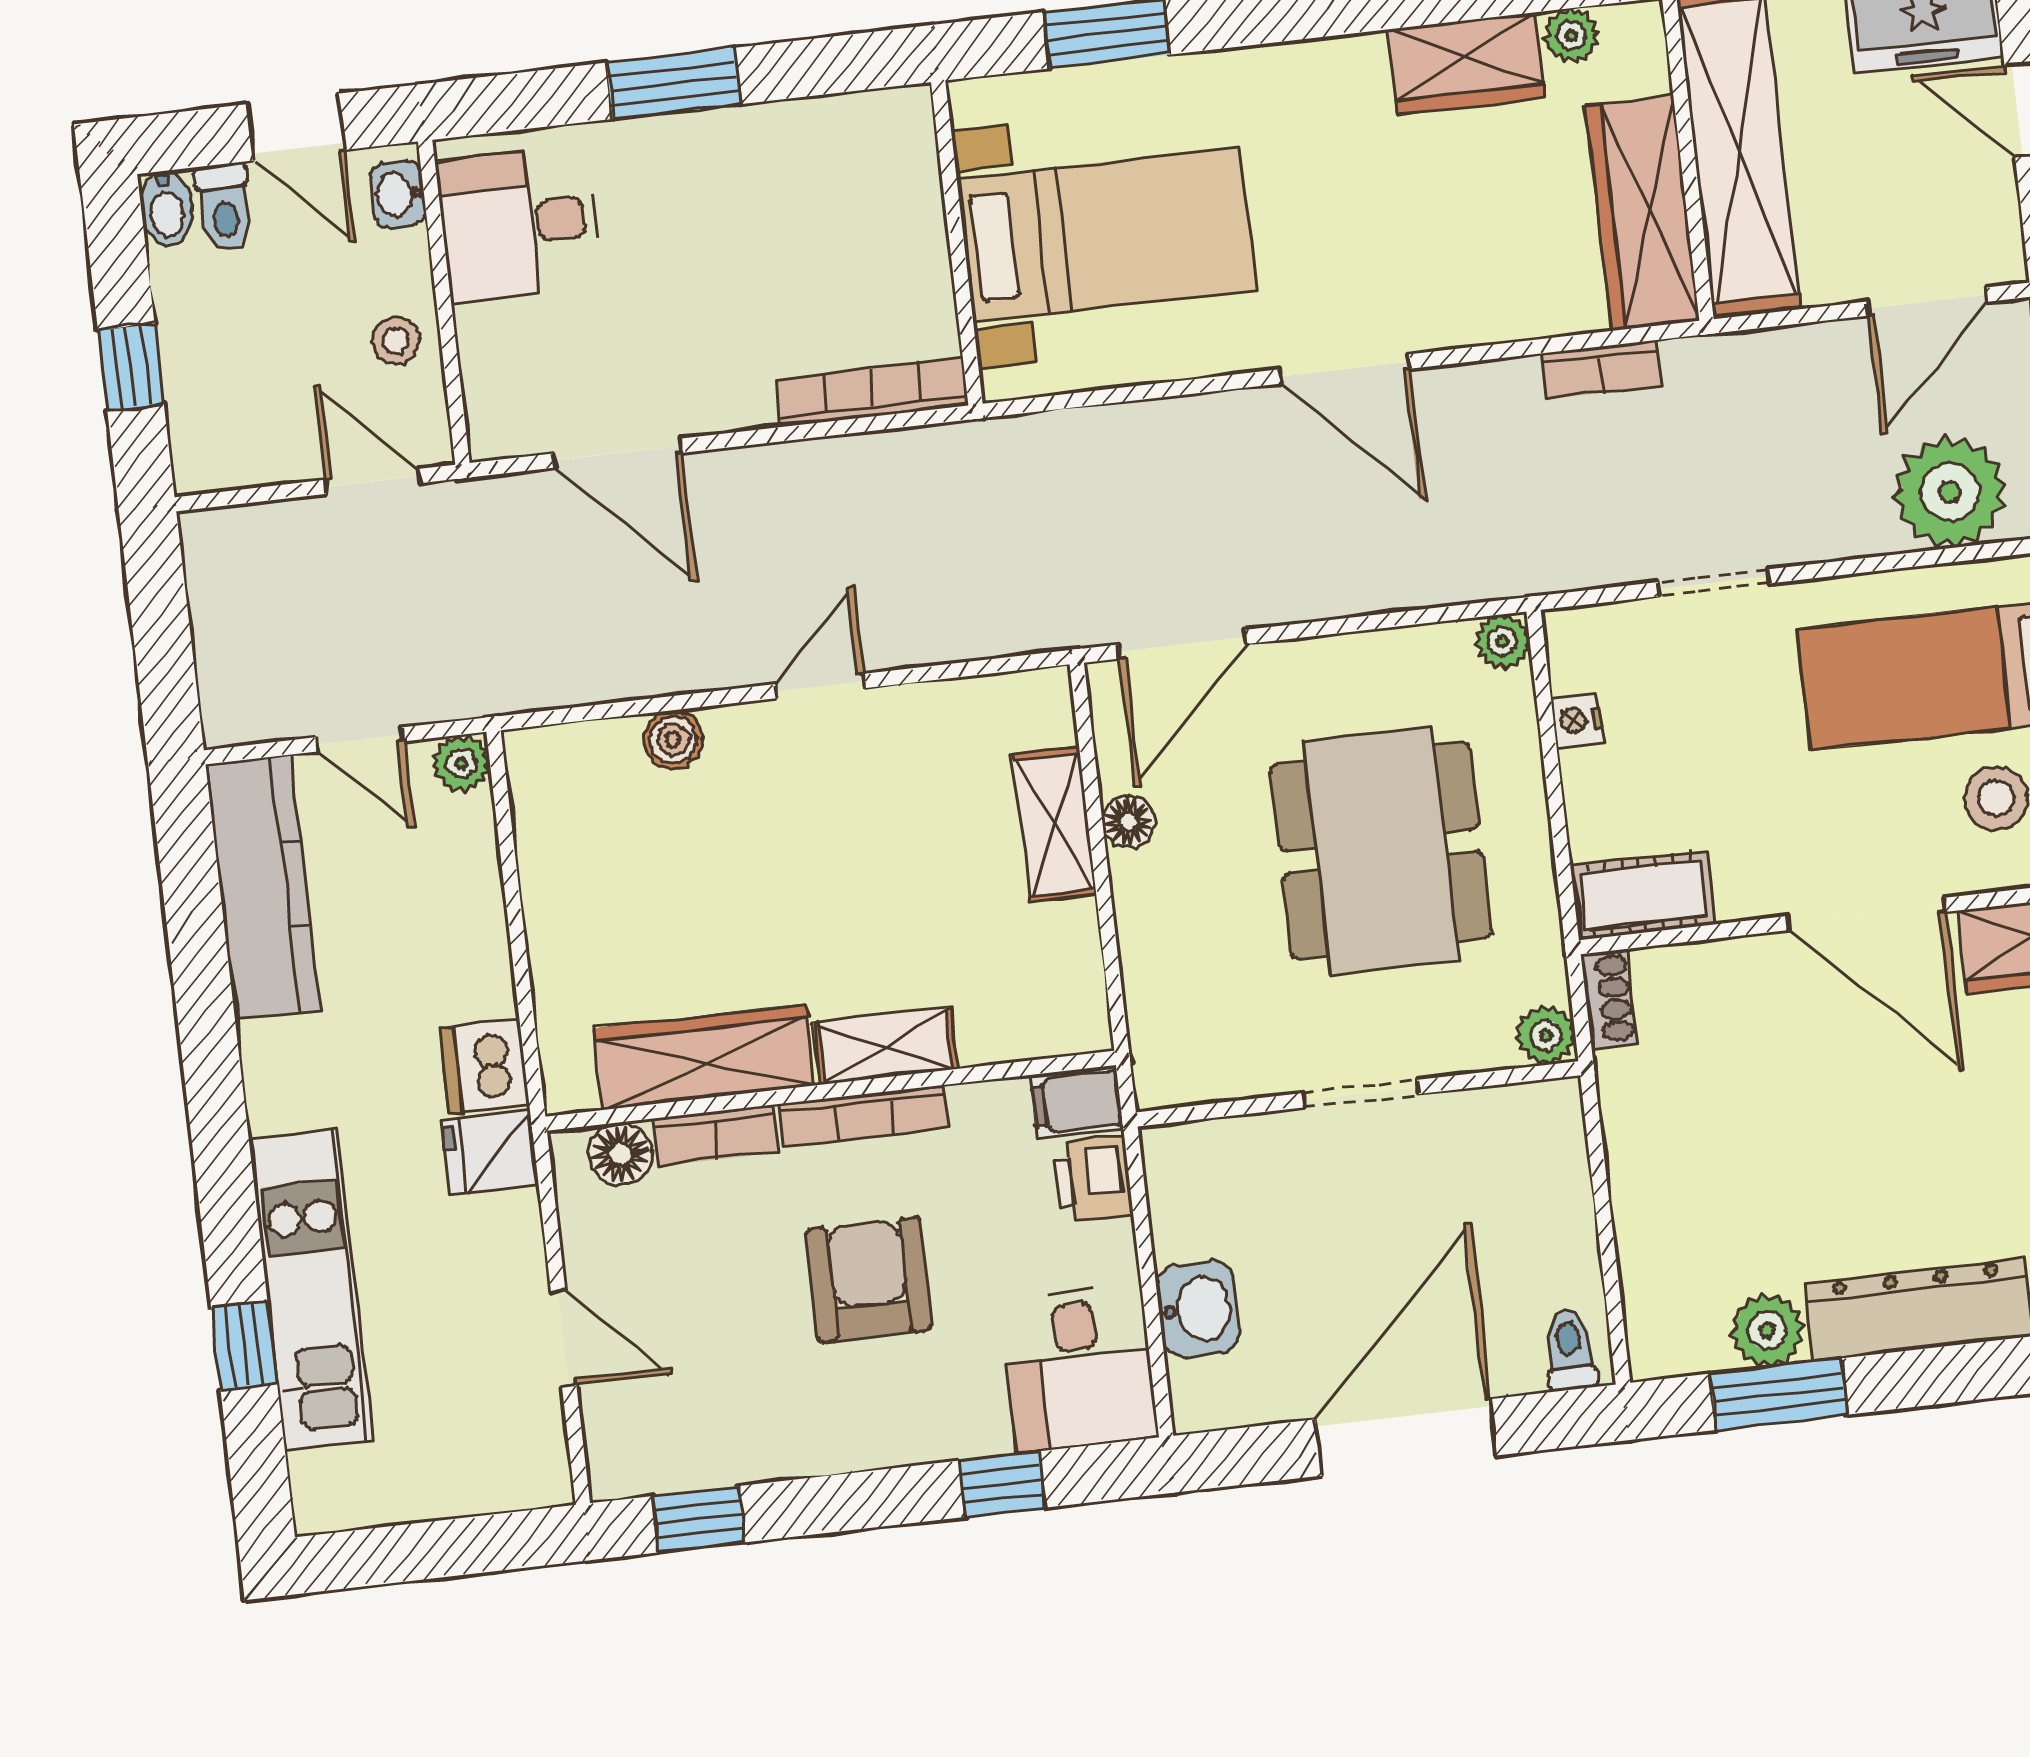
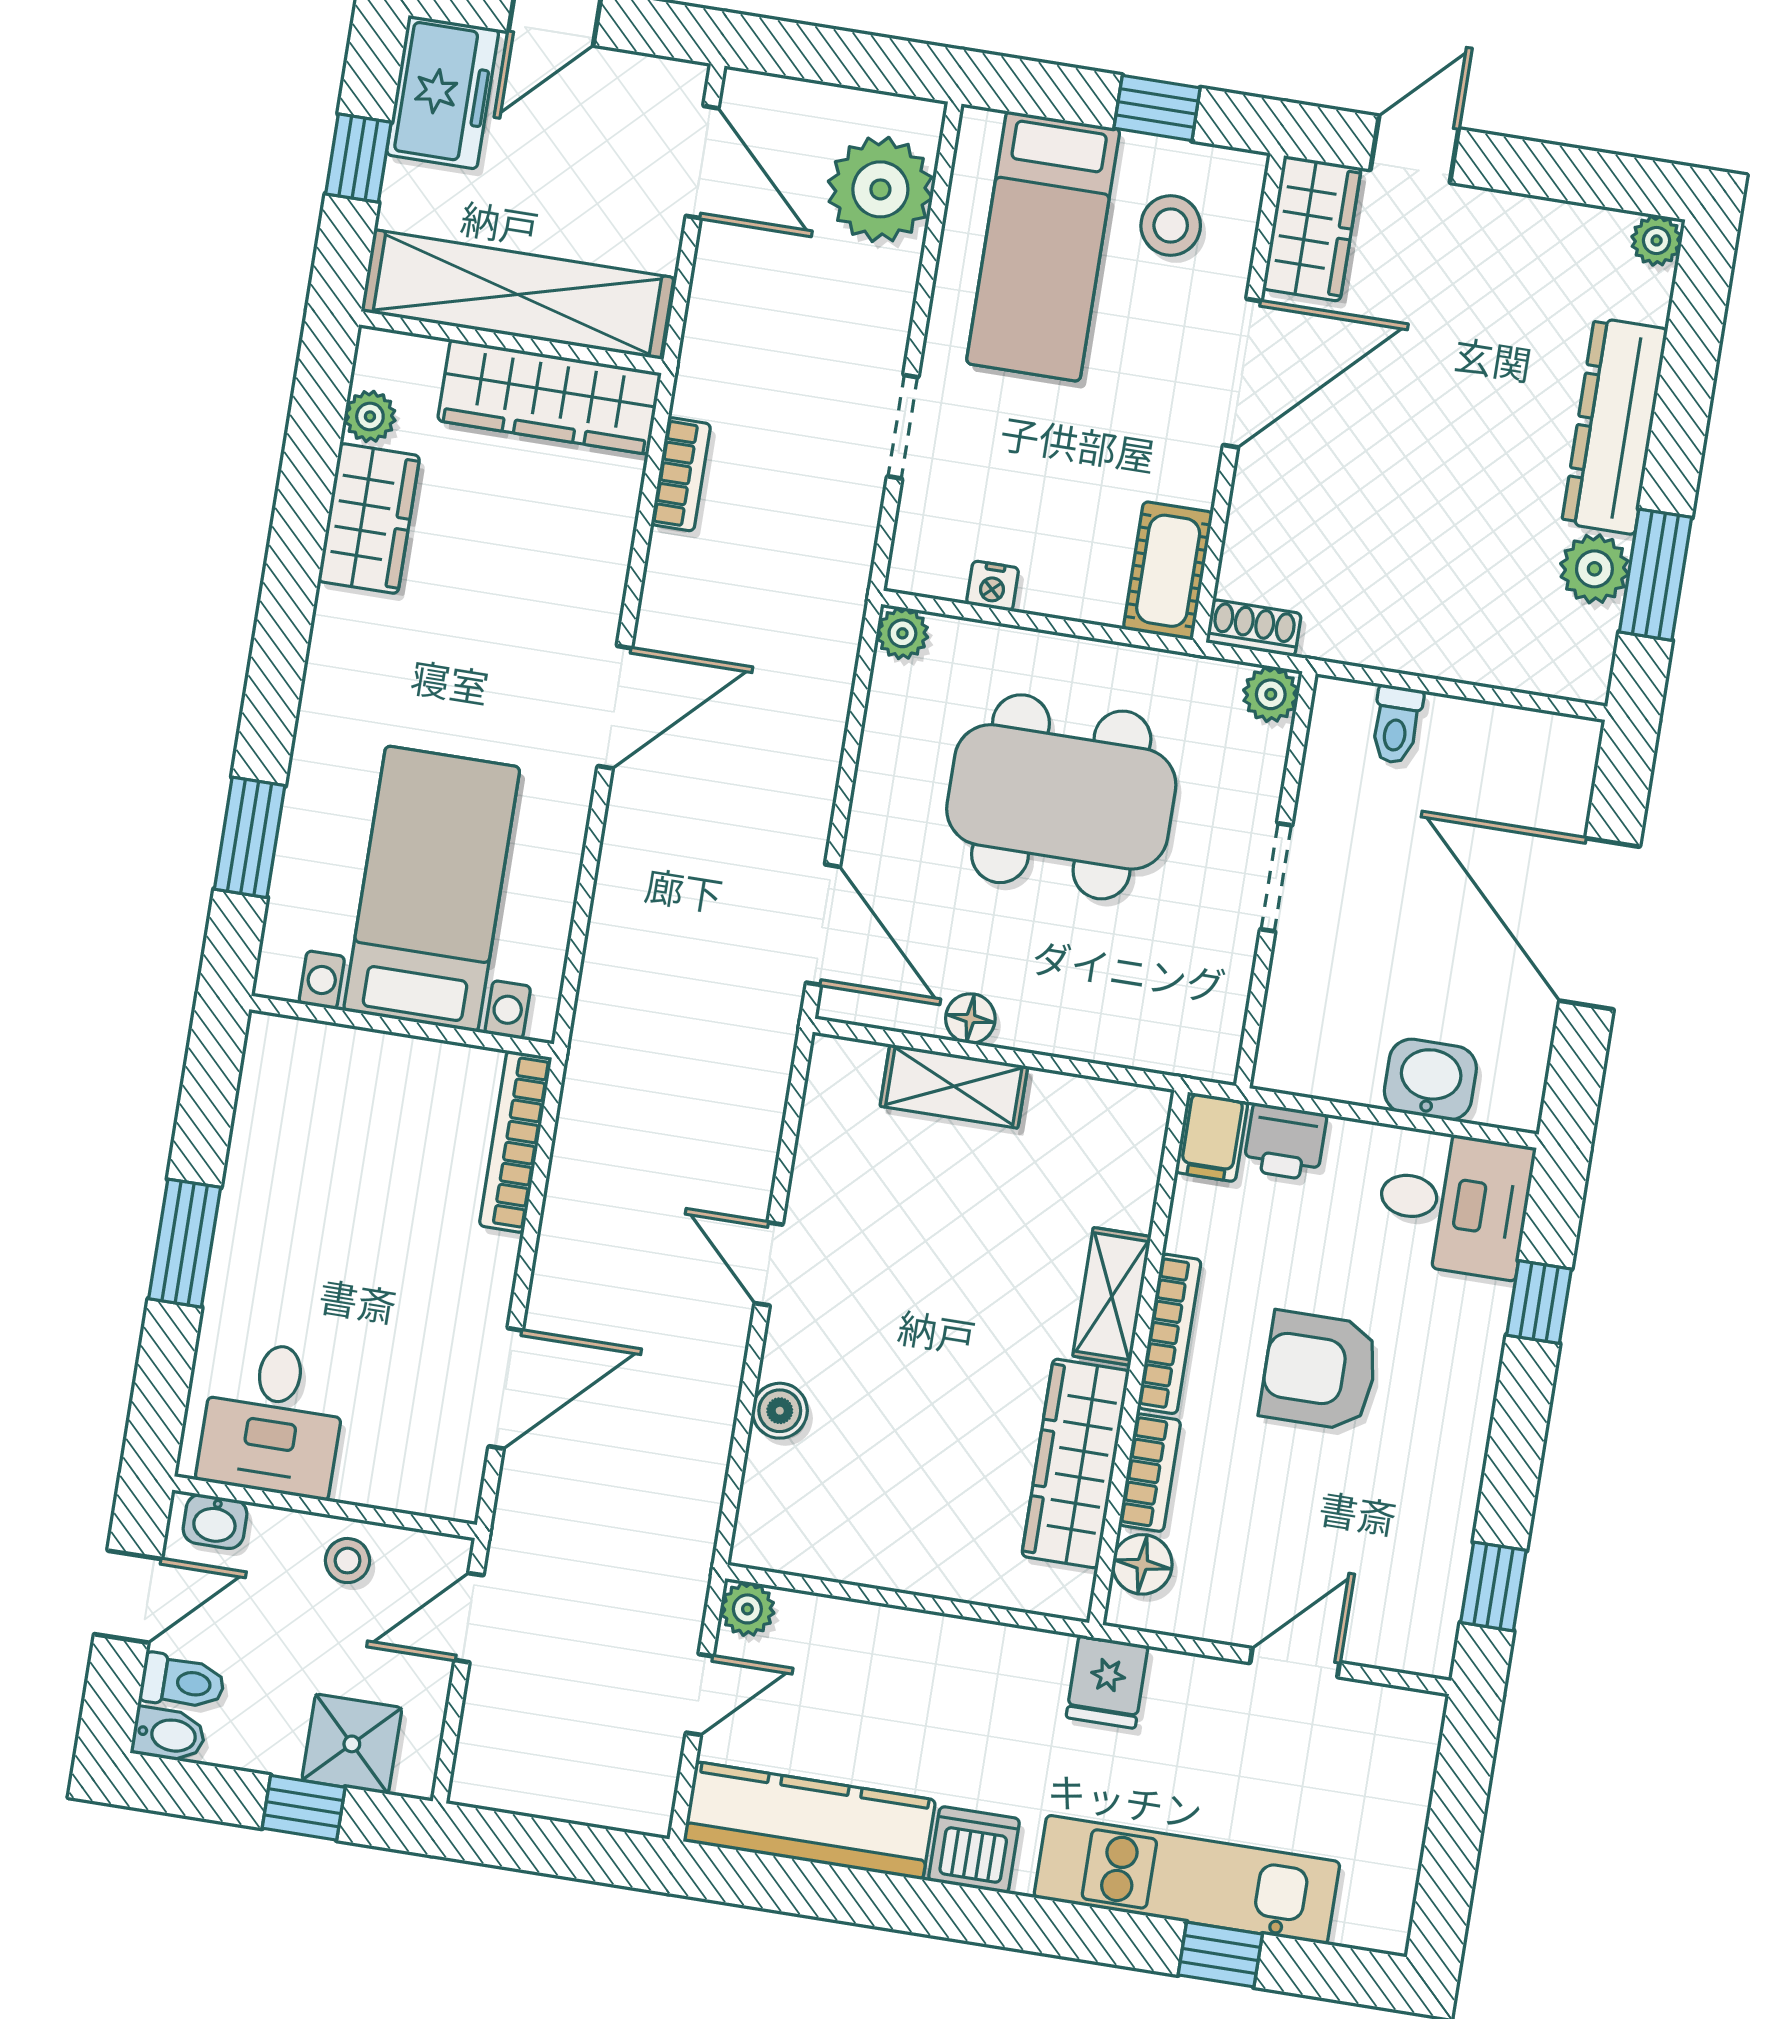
shower: (210, 398) -> (352, 1744), added
dishwasher: (485, 1066) -> (974, 1850), moved, turned 180
toilet: (1570, 1350) -> (1396, 725), moved, turned -90

